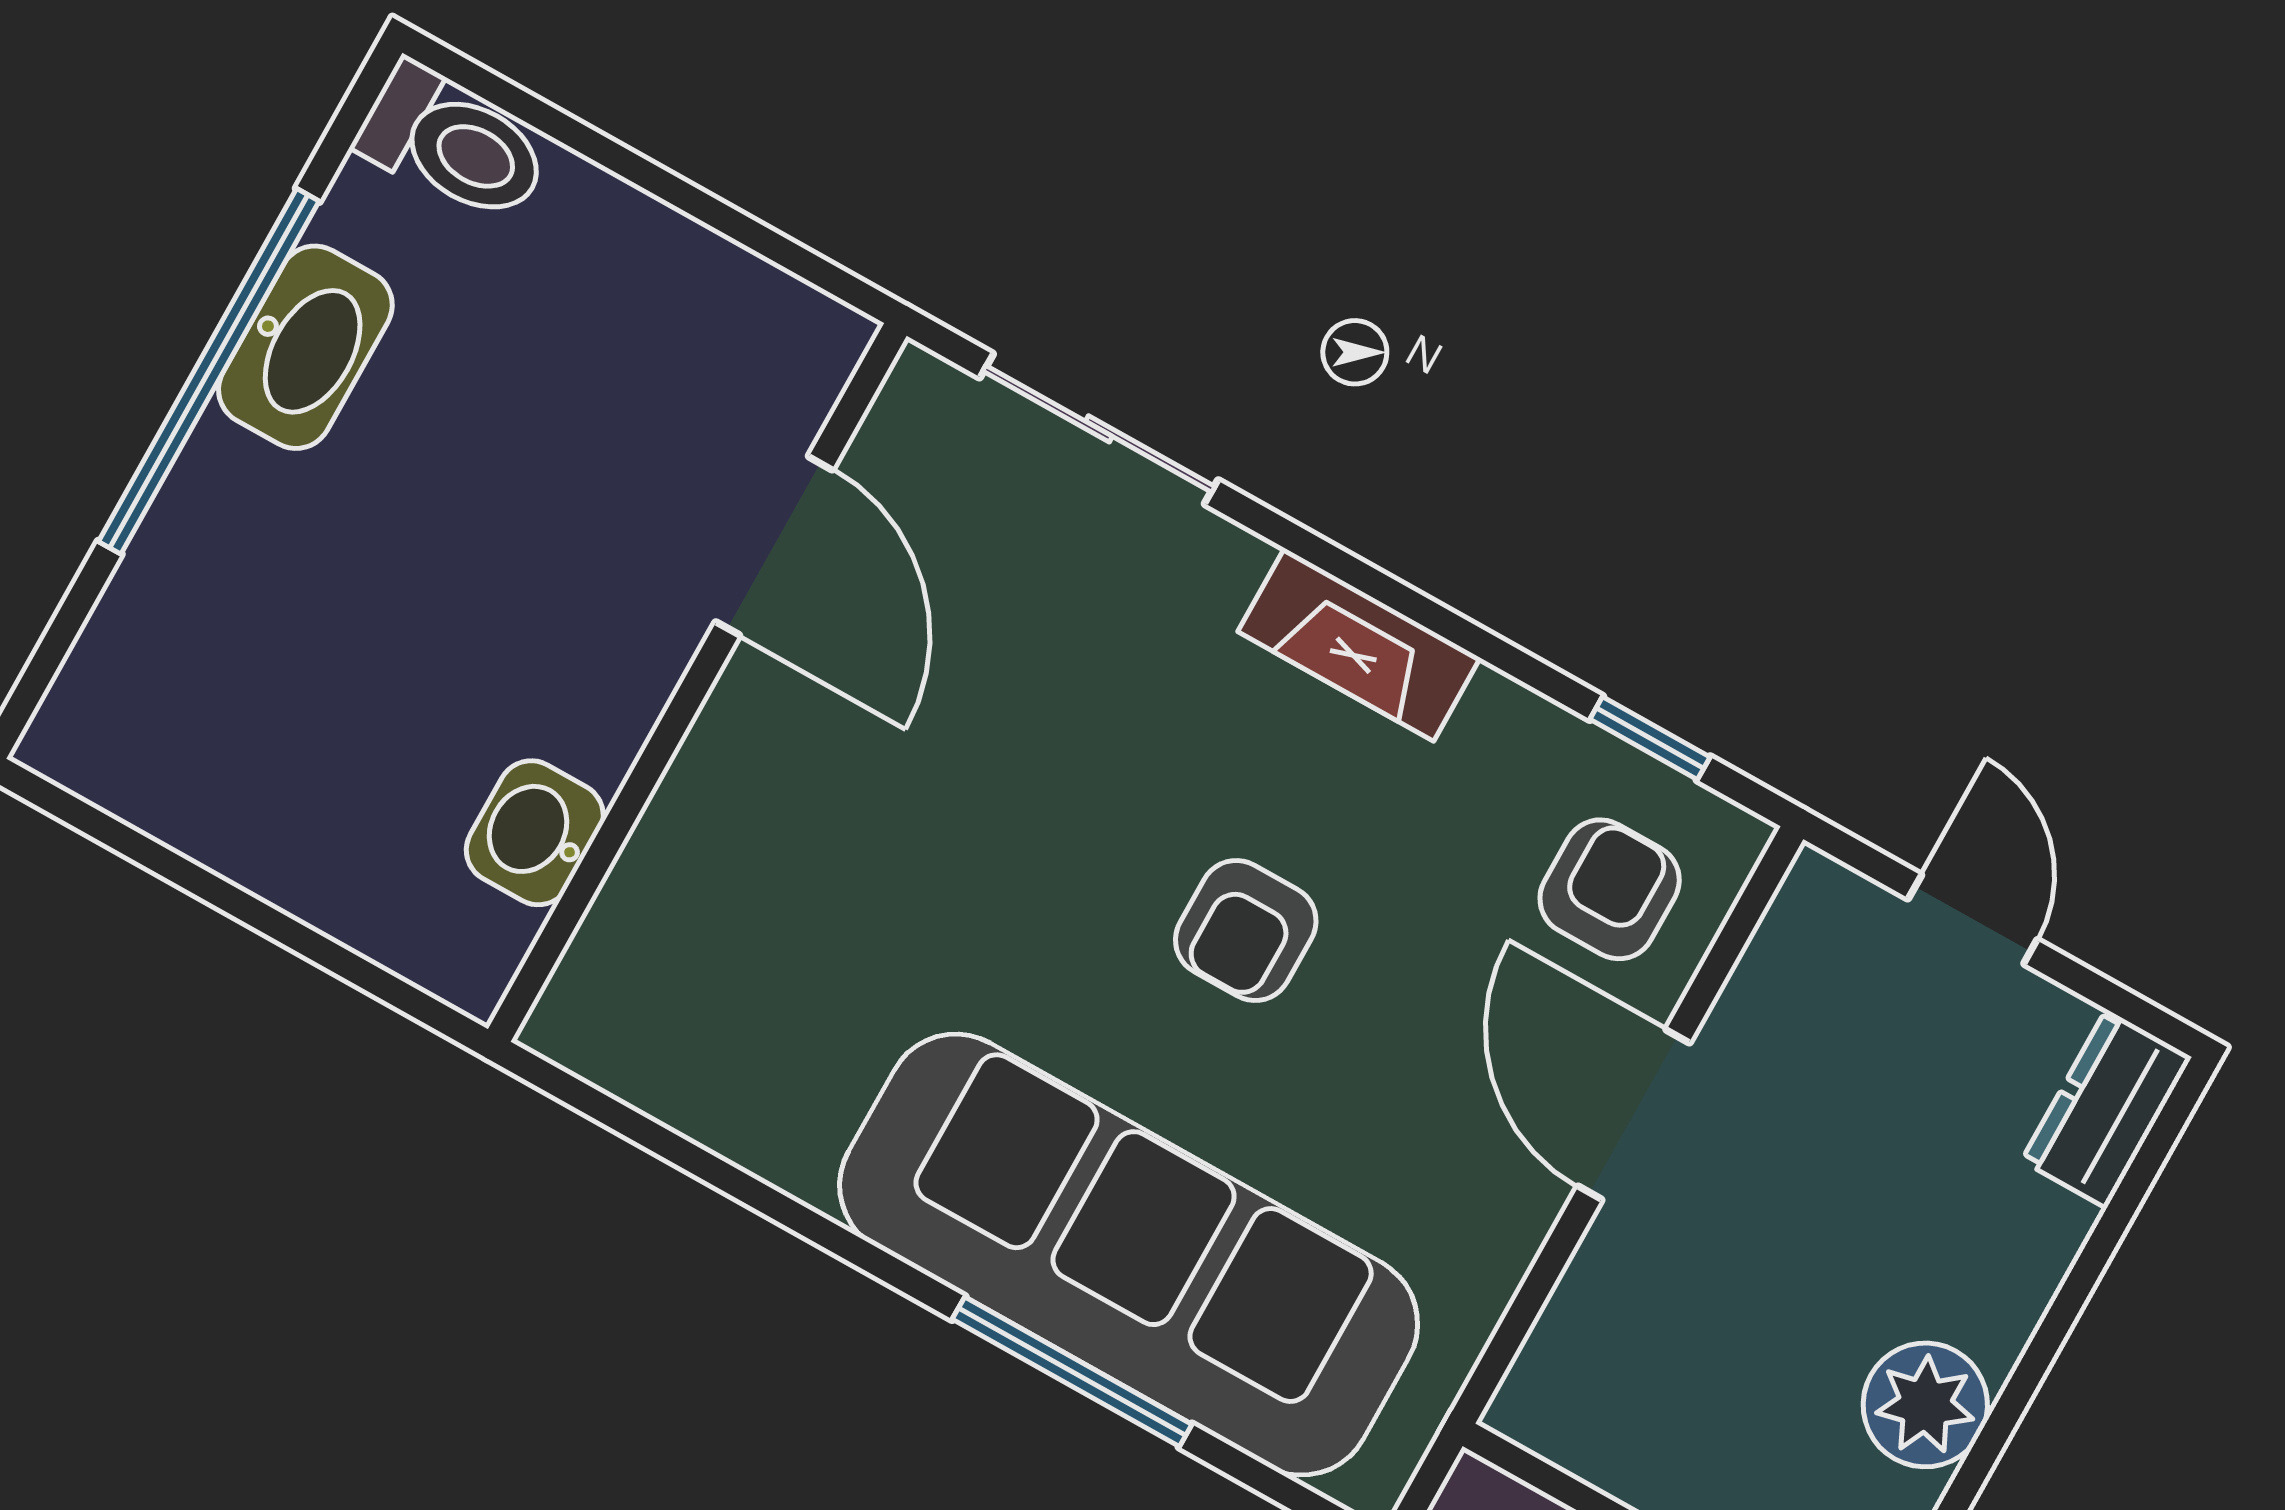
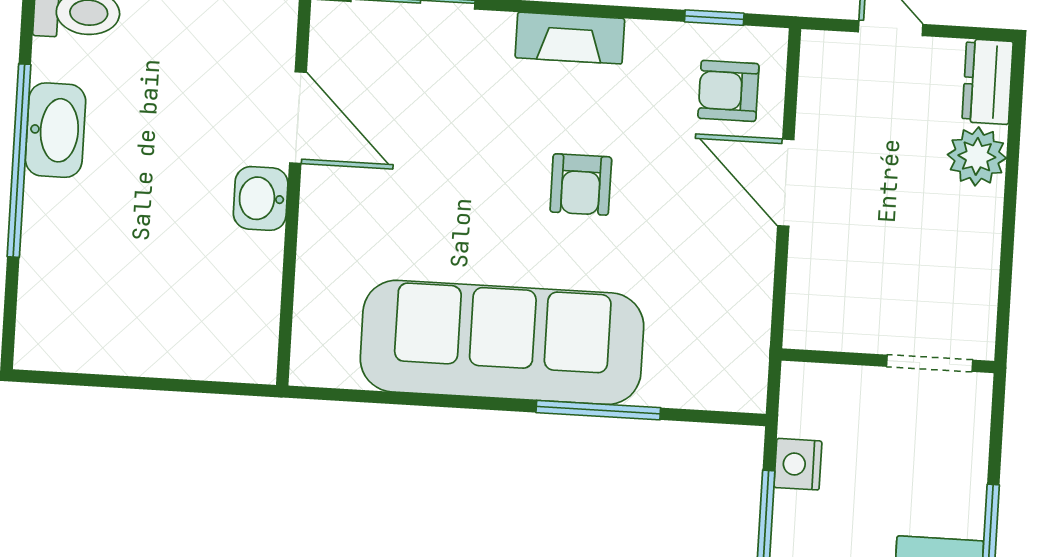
washbasin: (535, 833) -> (261, 198), moved
armchair: (1610, 889) -> (728, 91), turned -90
sofa: (1129, 1255) -> (502, 342), moved
plant: (1925, 1405) -> (977, 156), moved

